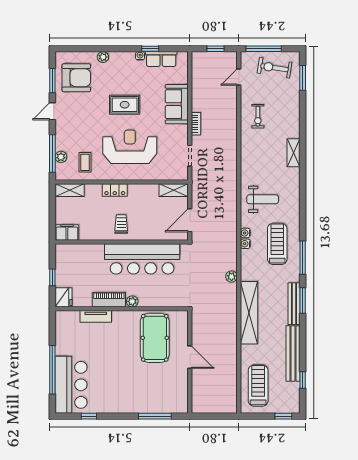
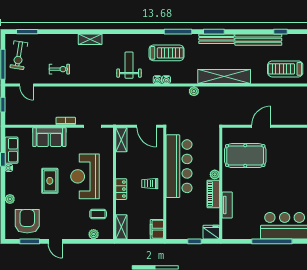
window: (52, 153) -> (91, 241), removed
treadmill: (277, 244) -> (166, 53), turned 180

